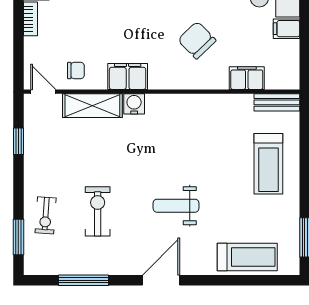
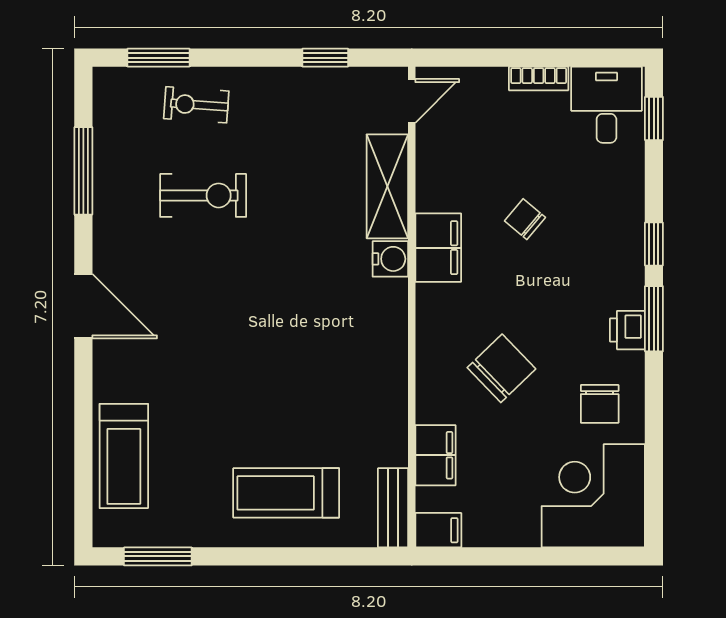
filing cabinet: (287, 29) -> (438, 530), moved, turned 90
chair: (76, 71) -> (525, 219), moved, turned 130
weight bench: (176, 206) -> (213, 332), removed

